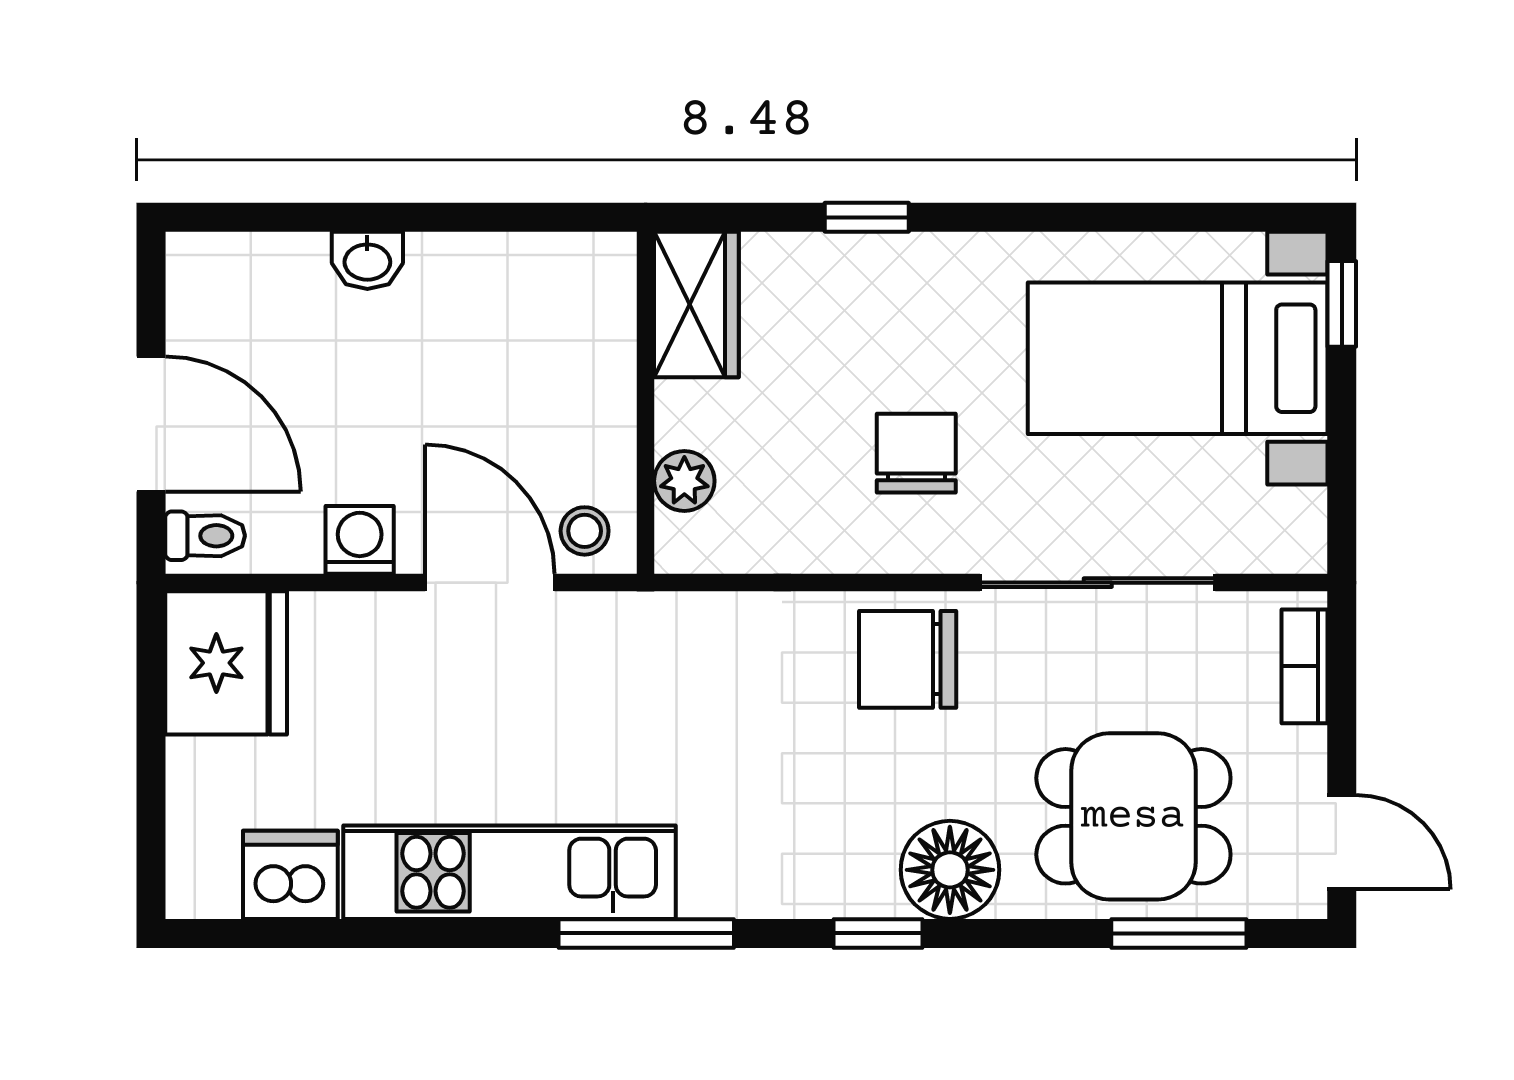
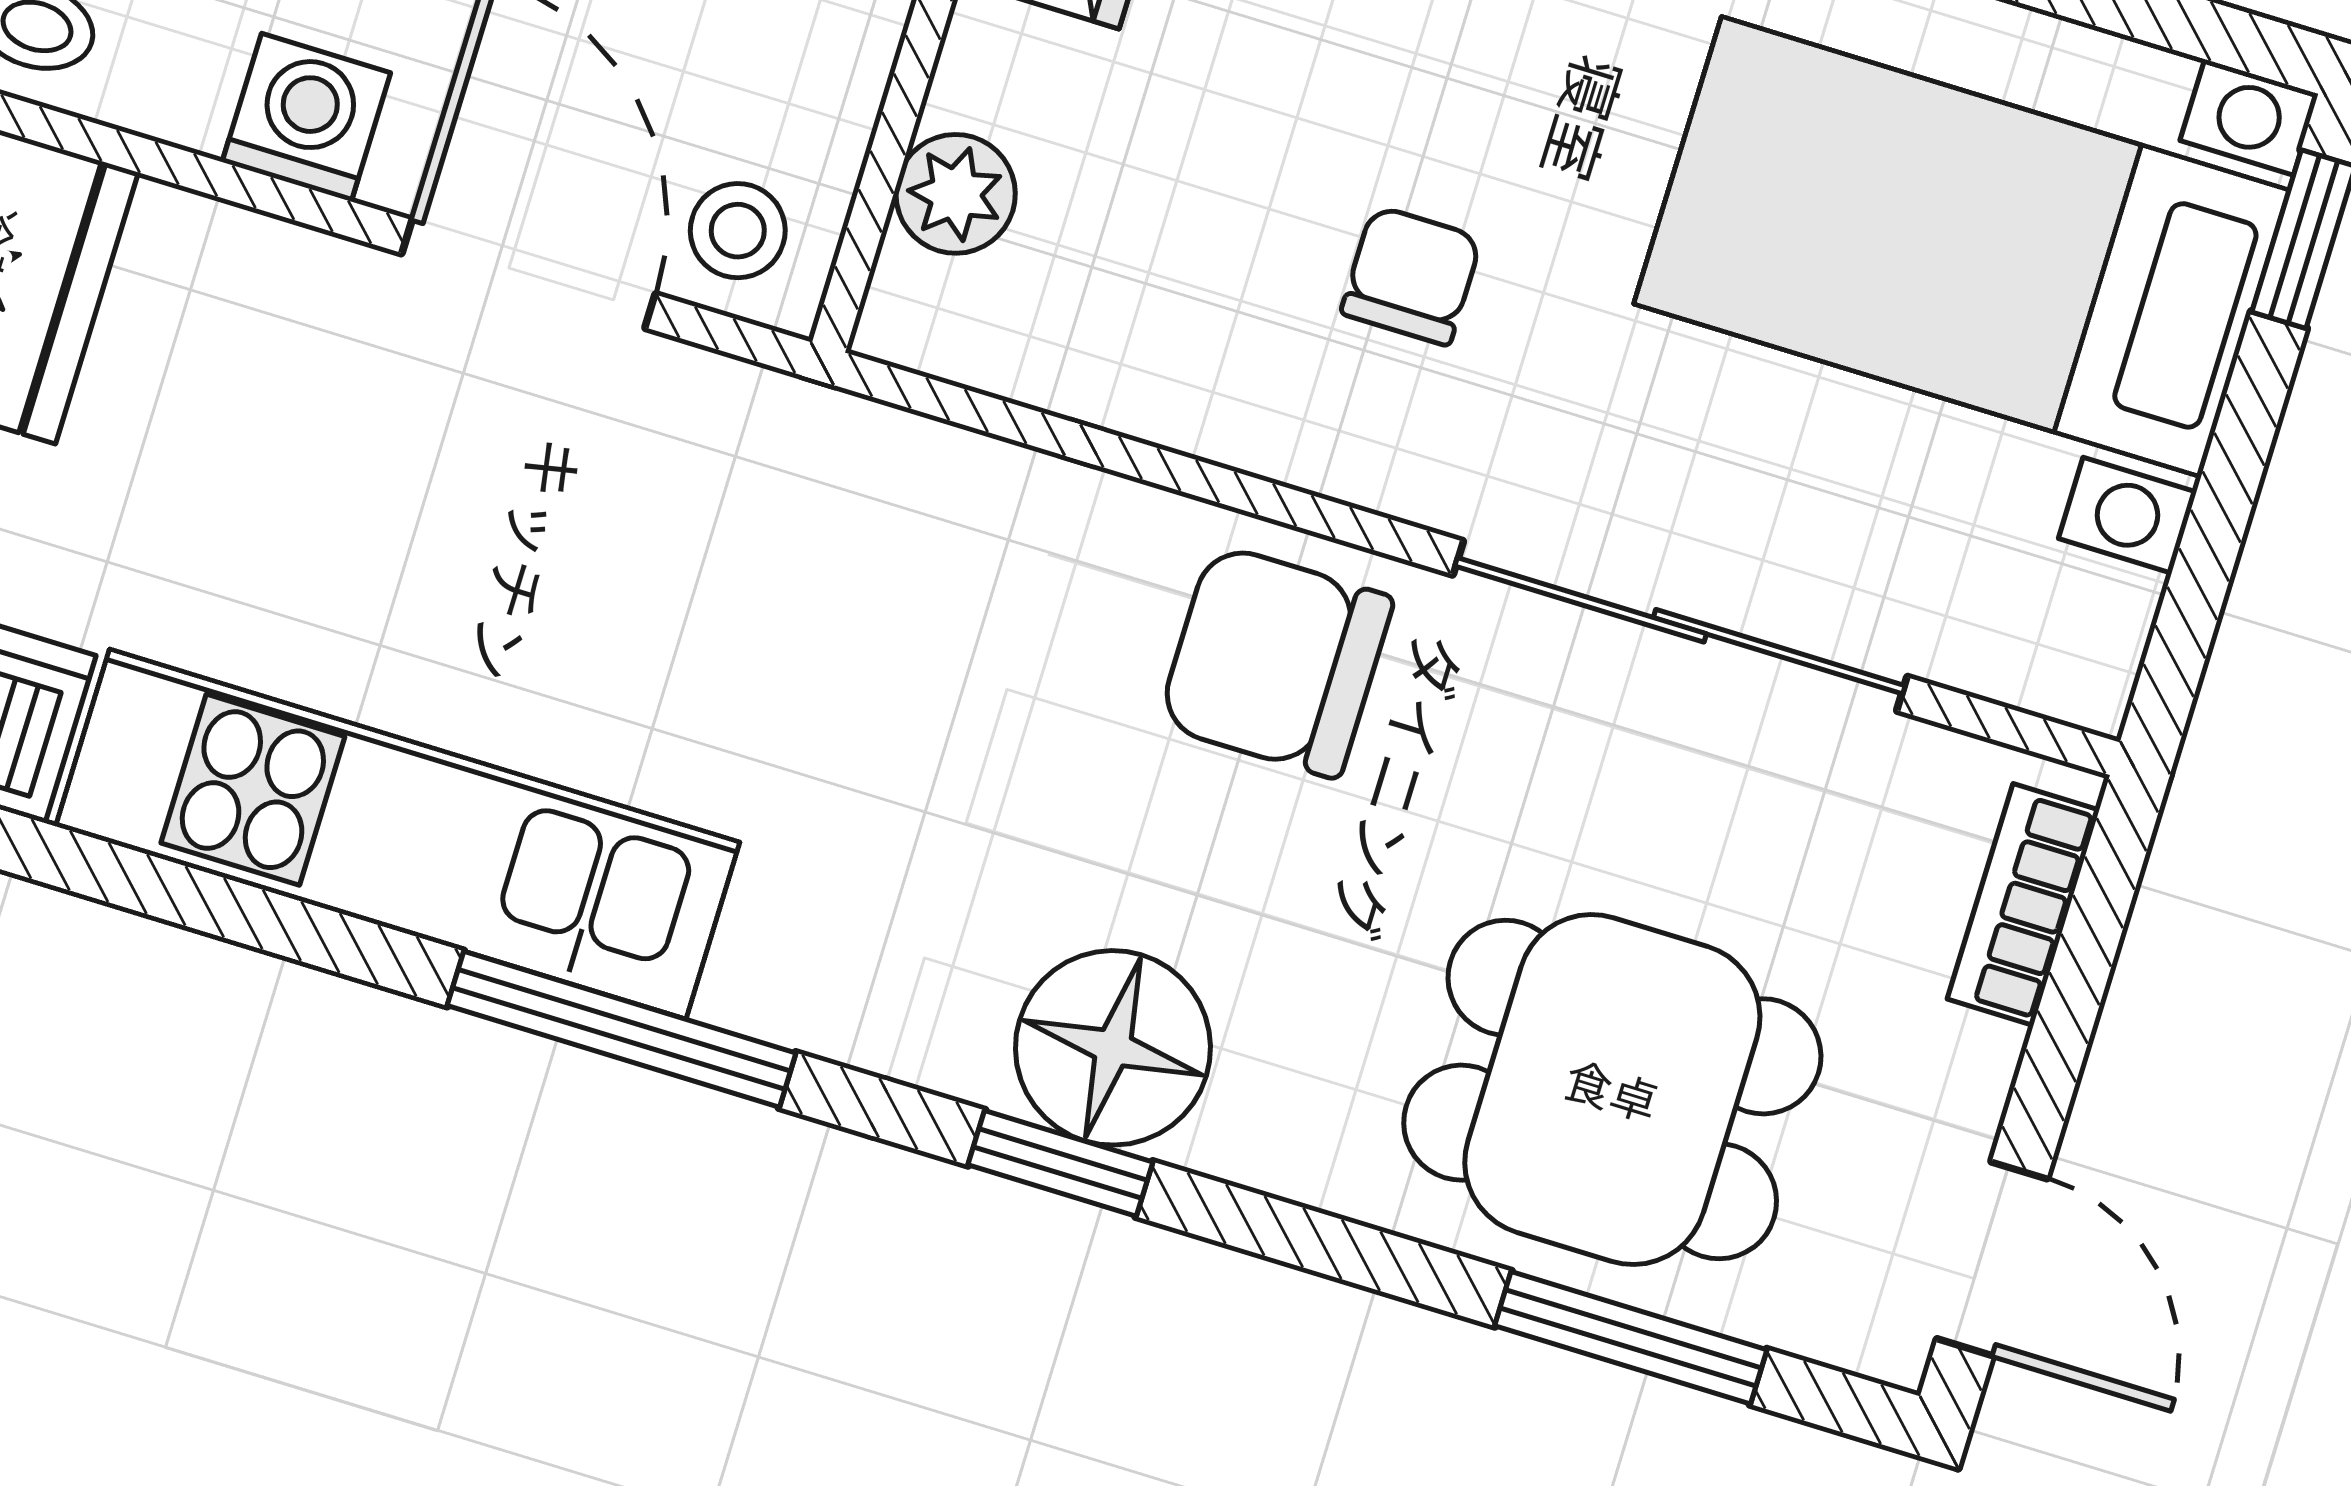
chair: (916, 453) -> (1411, 276), width x0.73, depth x0.73
floor lamp: (950, 870) -> (1113, 1048), moved

